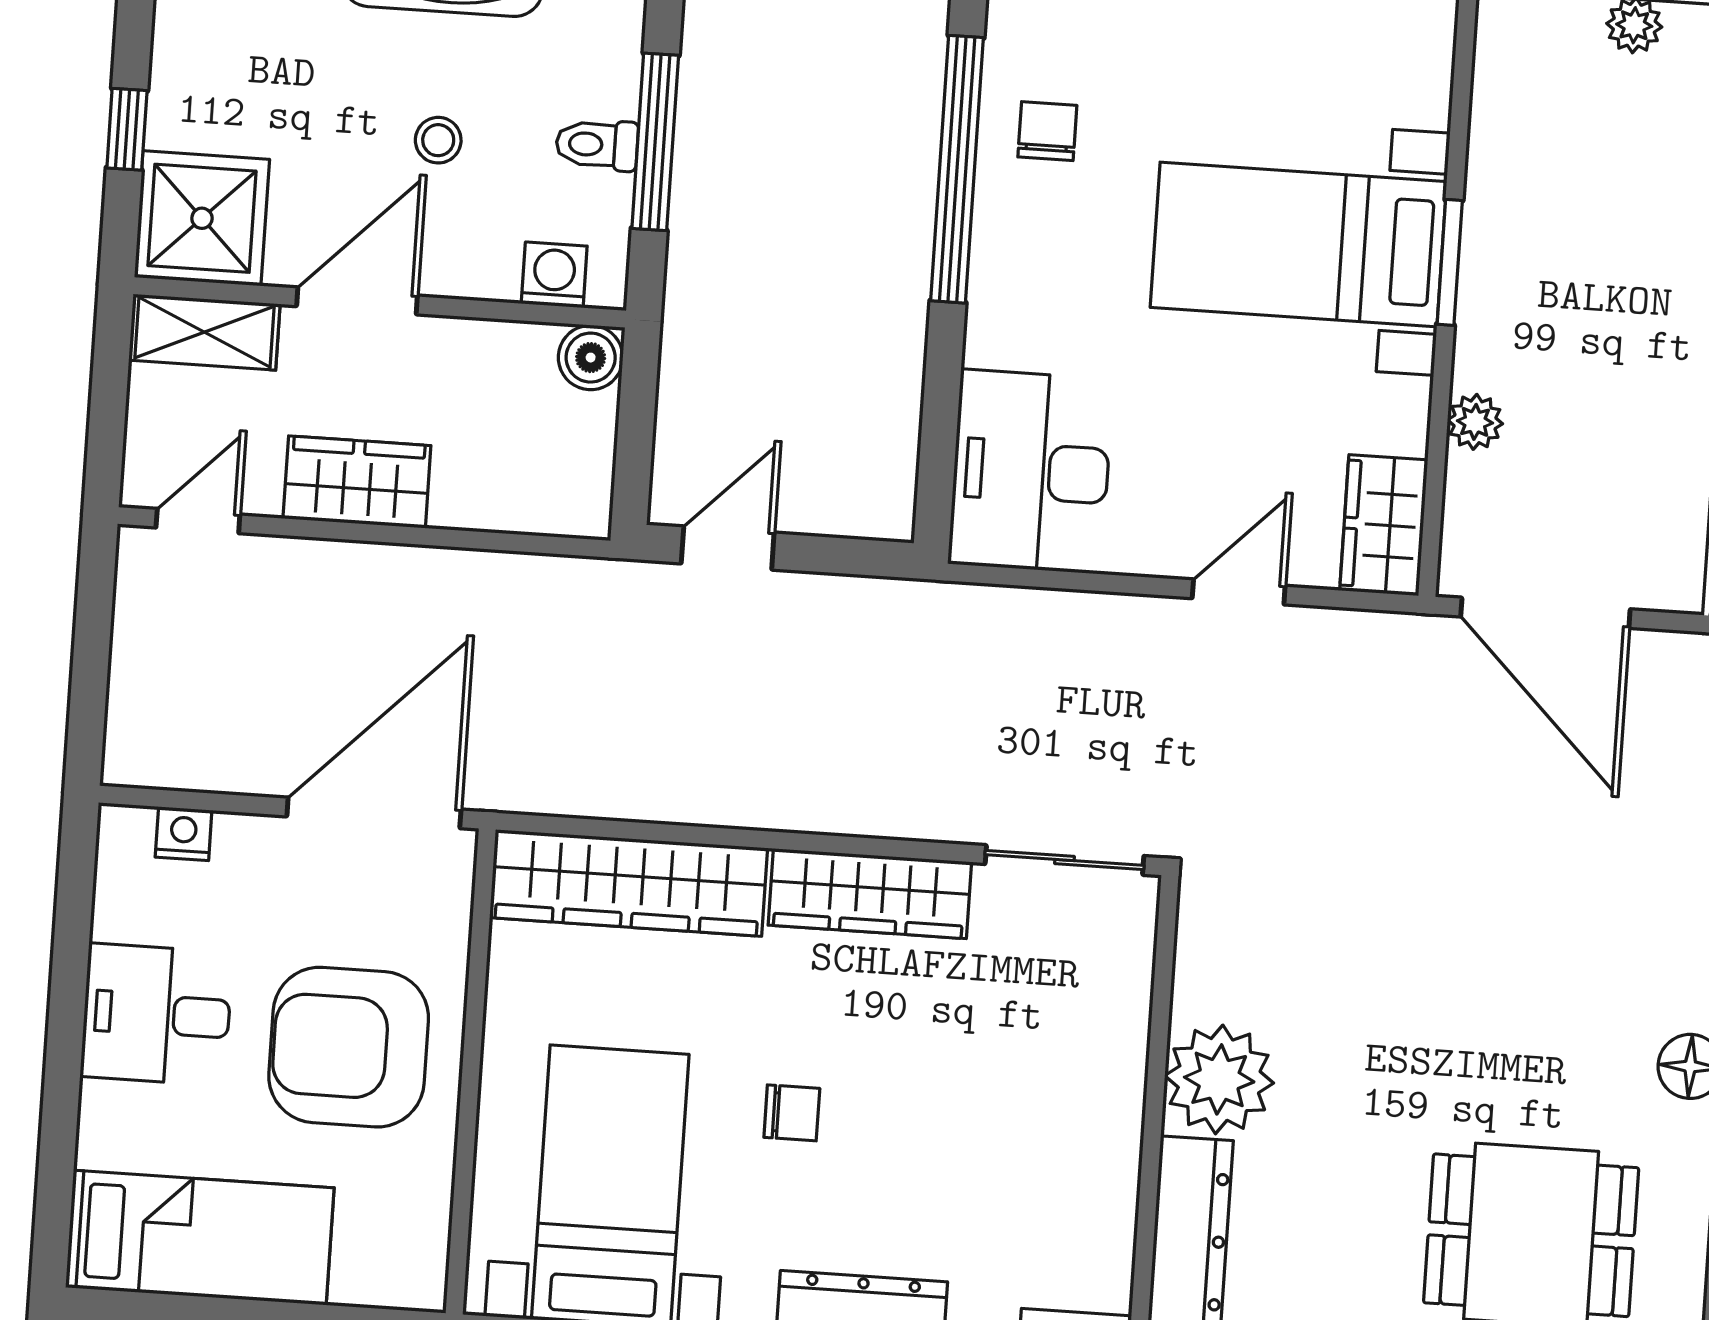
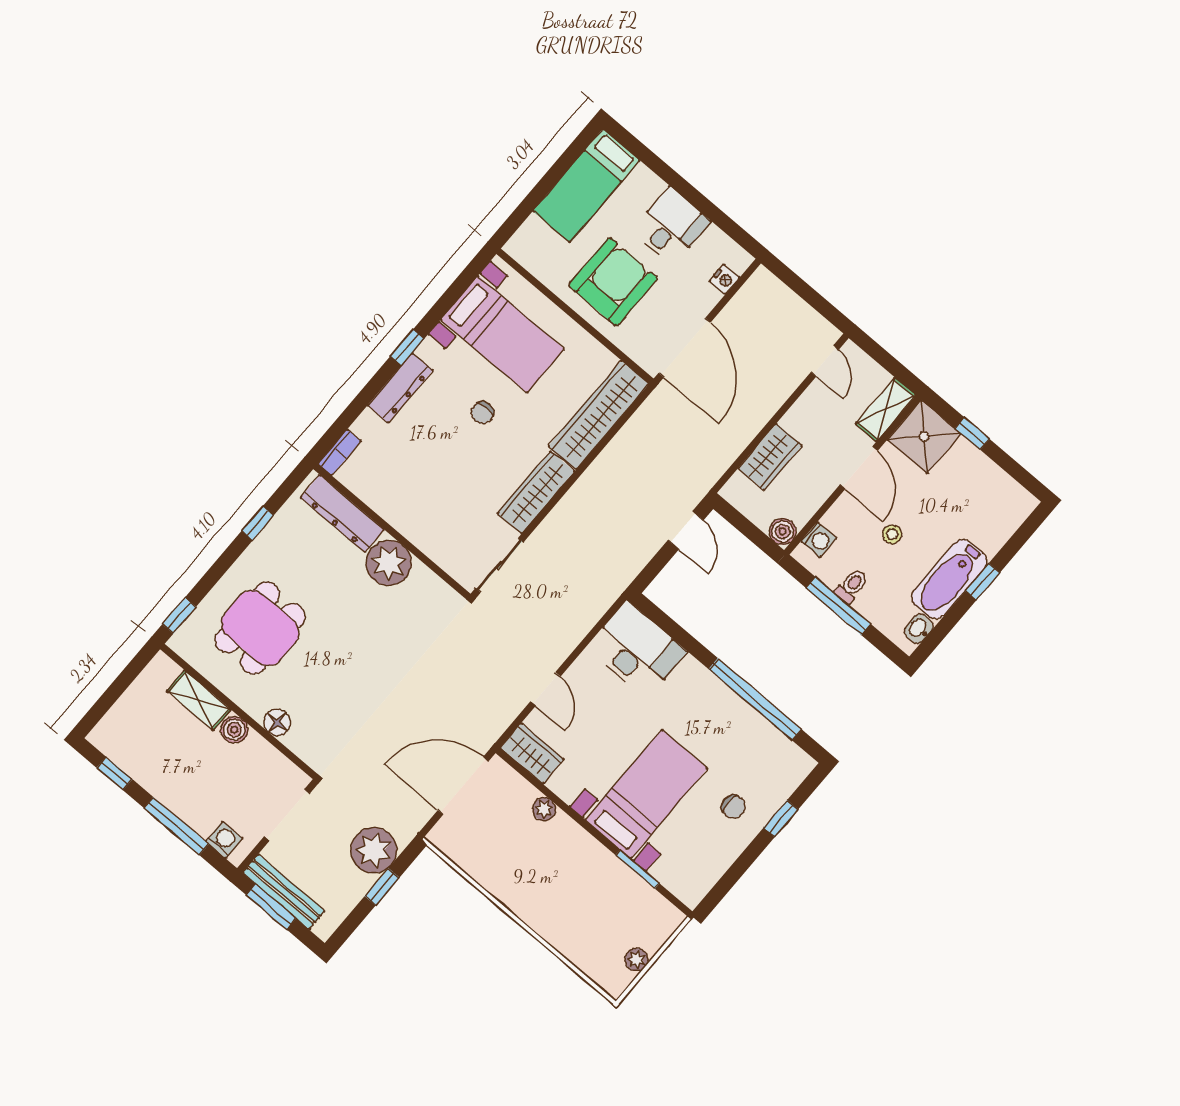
chair: (1047, 131) -> (734, 807), moved
window: (1450, 262) -> (637, 869), moved
wardrobe: (357, 482) -> (770, 457), moved

